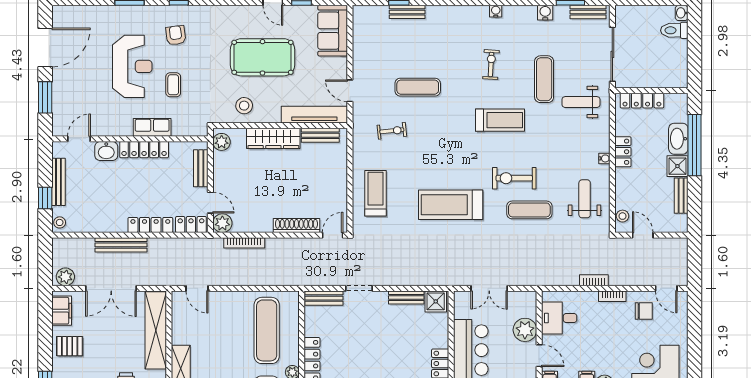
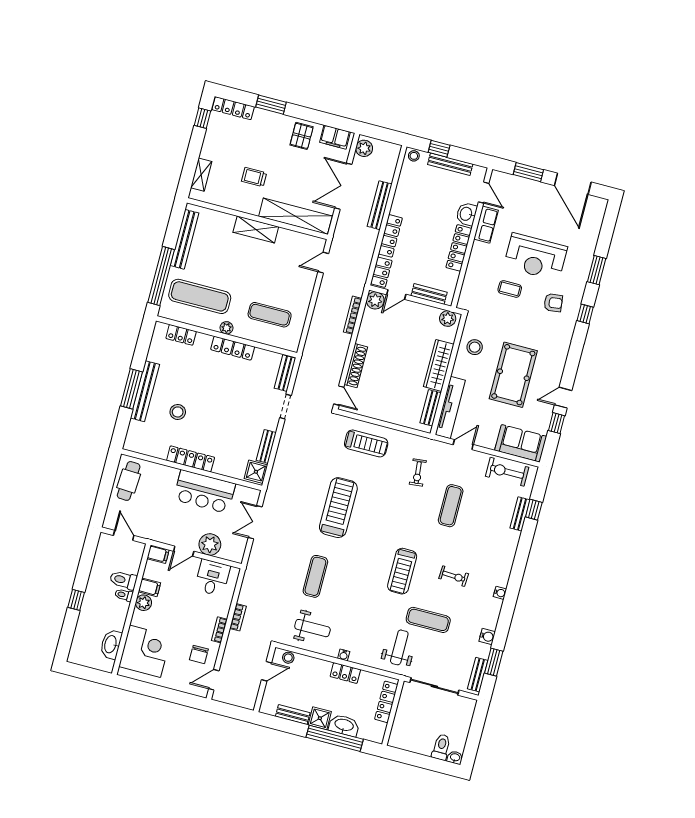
row of seats: (152, 127) -> (486, 225), moved
exercise bike: (514, 178) -> (507, 472), moved, turned -90
exercise mat: (267, 330) -> (270, 315), width x0.73, depth x0.69

